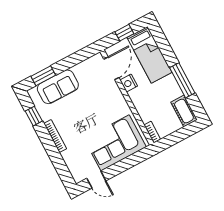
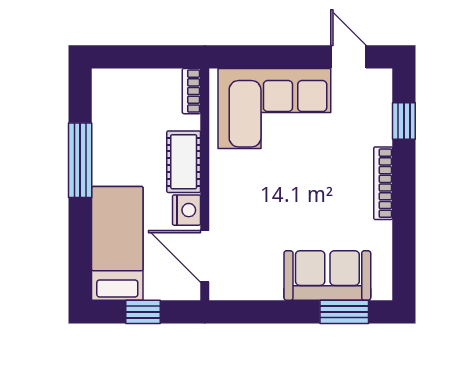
door: (111, 68) -> (205, 256), hinge flipped
cot: (184, 111) -> (184, 162), moved
window: (34, 116) -> (404, 121), moved

